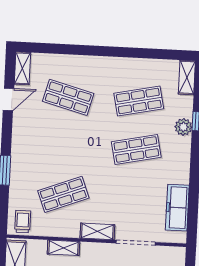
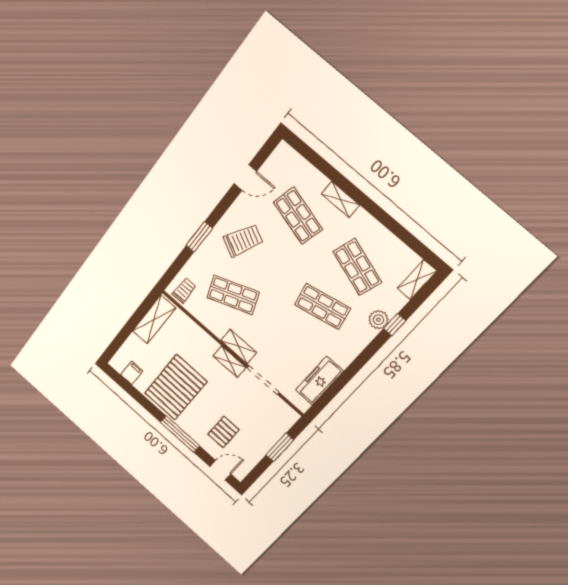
shelving: (22, 68) -> (340, 199), moved, turned 90
shop shelf: (139, 101) -> (357, 267), turned 30
trolley: (41, 147) -> (243, 240), added
shelving: (63, 248) -> (229, 362), moved

